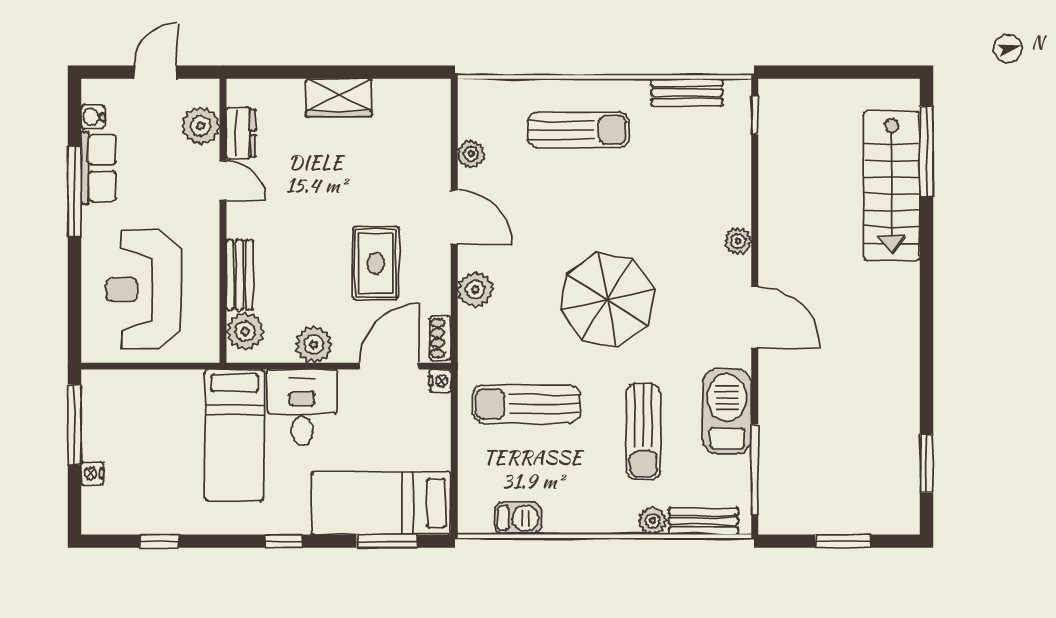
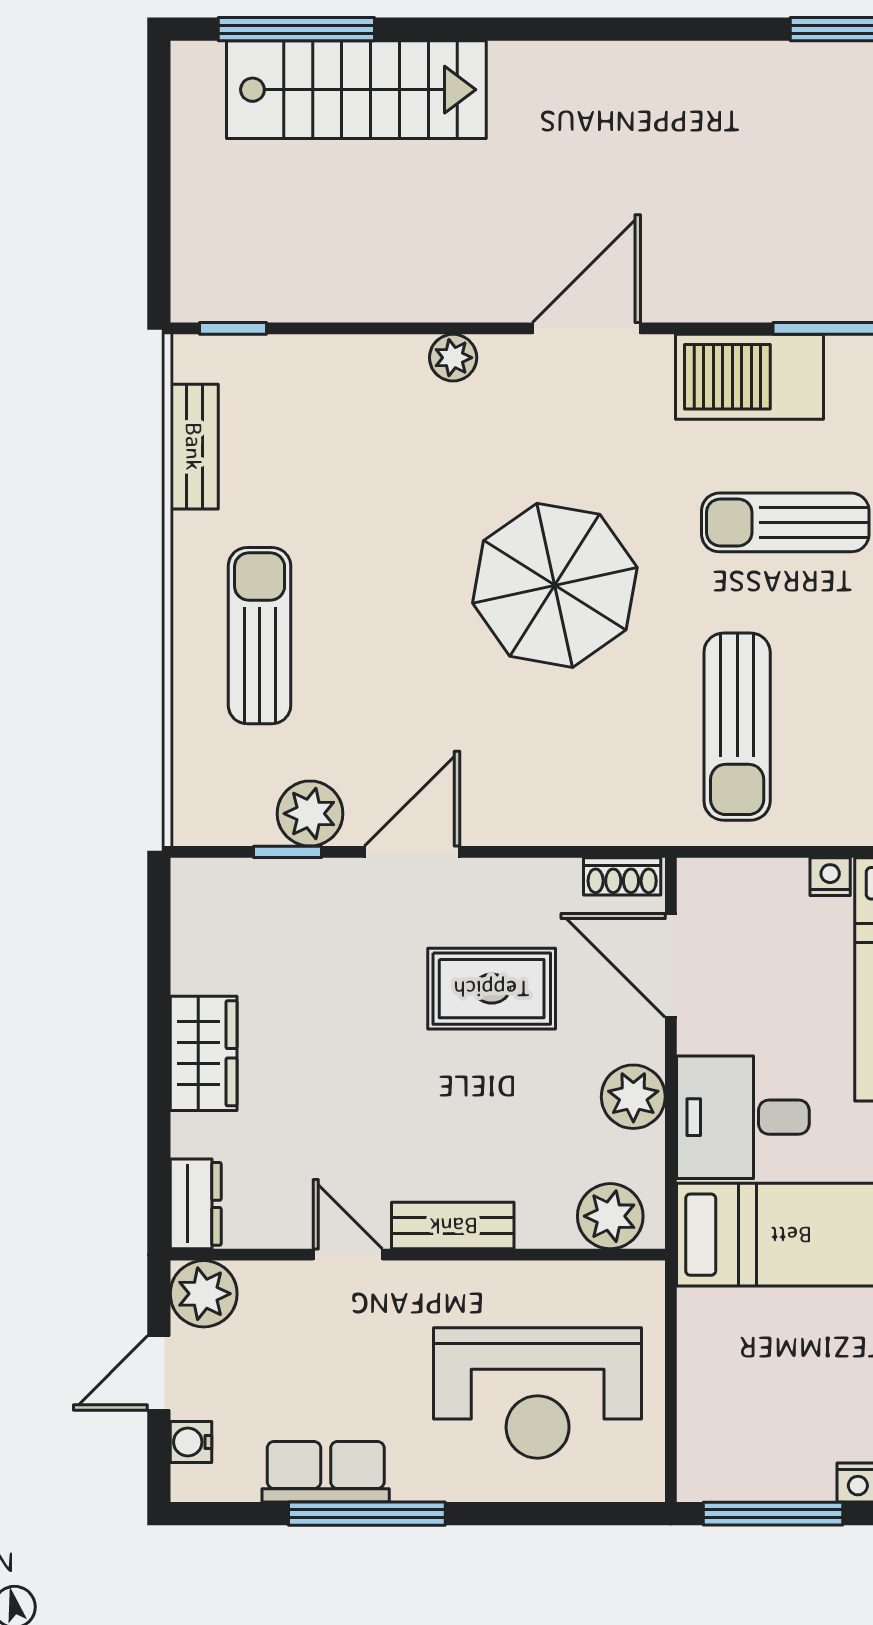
door: (155, 72) -> (159, 1373), hinge flipped
water cooler: (93, 117) -> (191, 1442), moved, turned 90
plant: (201, 126) -> (204, 1294), moved
dresser: (241, 133) -> (196, 1204), moved, turned 90
window: (454, 146) -> (288, 852), added
plant: (471, 154) -> (310, 814), width x1.38, depth x1.38
door: (223, 181) -> (348, 1255), hinge flipped
bench: (240, 275) -> (453, 1226), moved
plant: (475, 290) -> (538, 815), removed
nightstand: (440, 381) -> (830, 877), moved
sun lounger: (643, 432) -> (785, 522), turned 180

